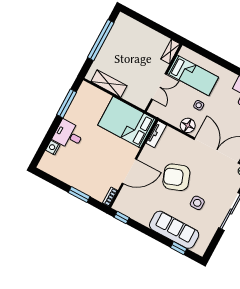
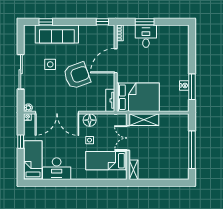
shelving: (109, 84) -> (144, 120), moved
desk: (68, 135) -> (146, 36), moved, turned -90
nightstand: (53, 148) -> (184, 85), moved

